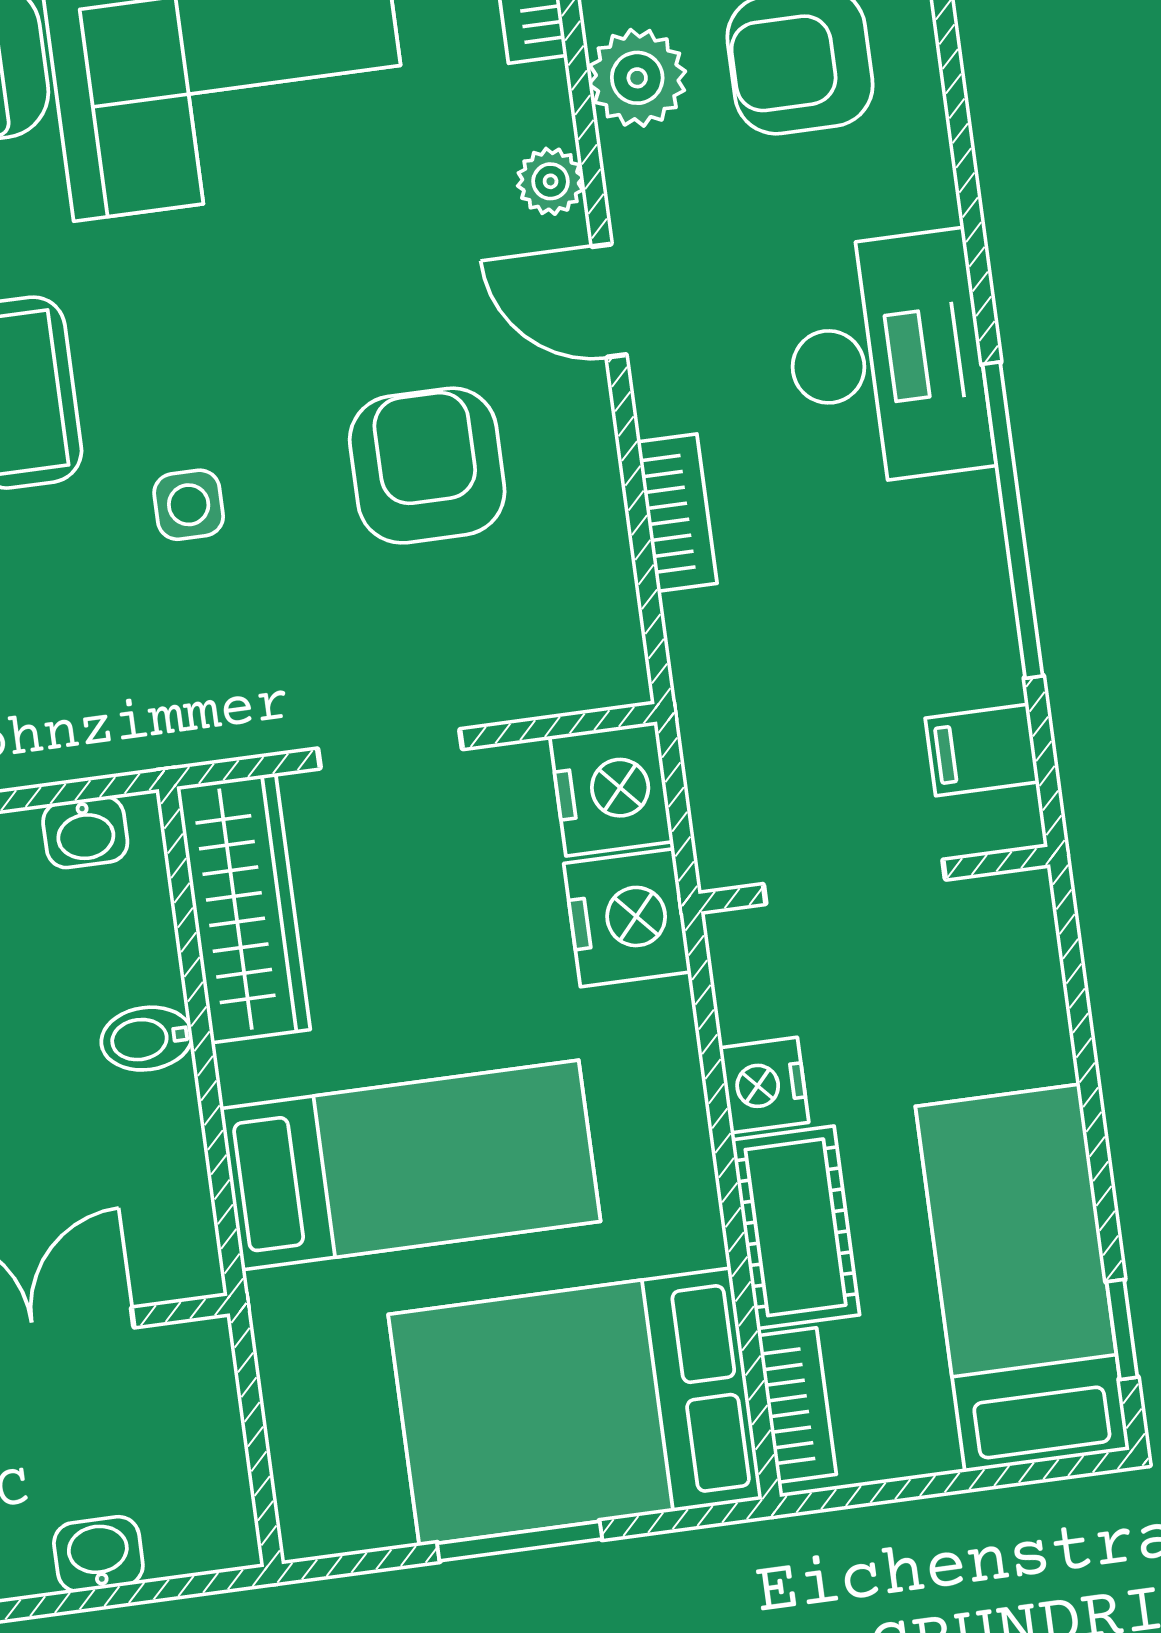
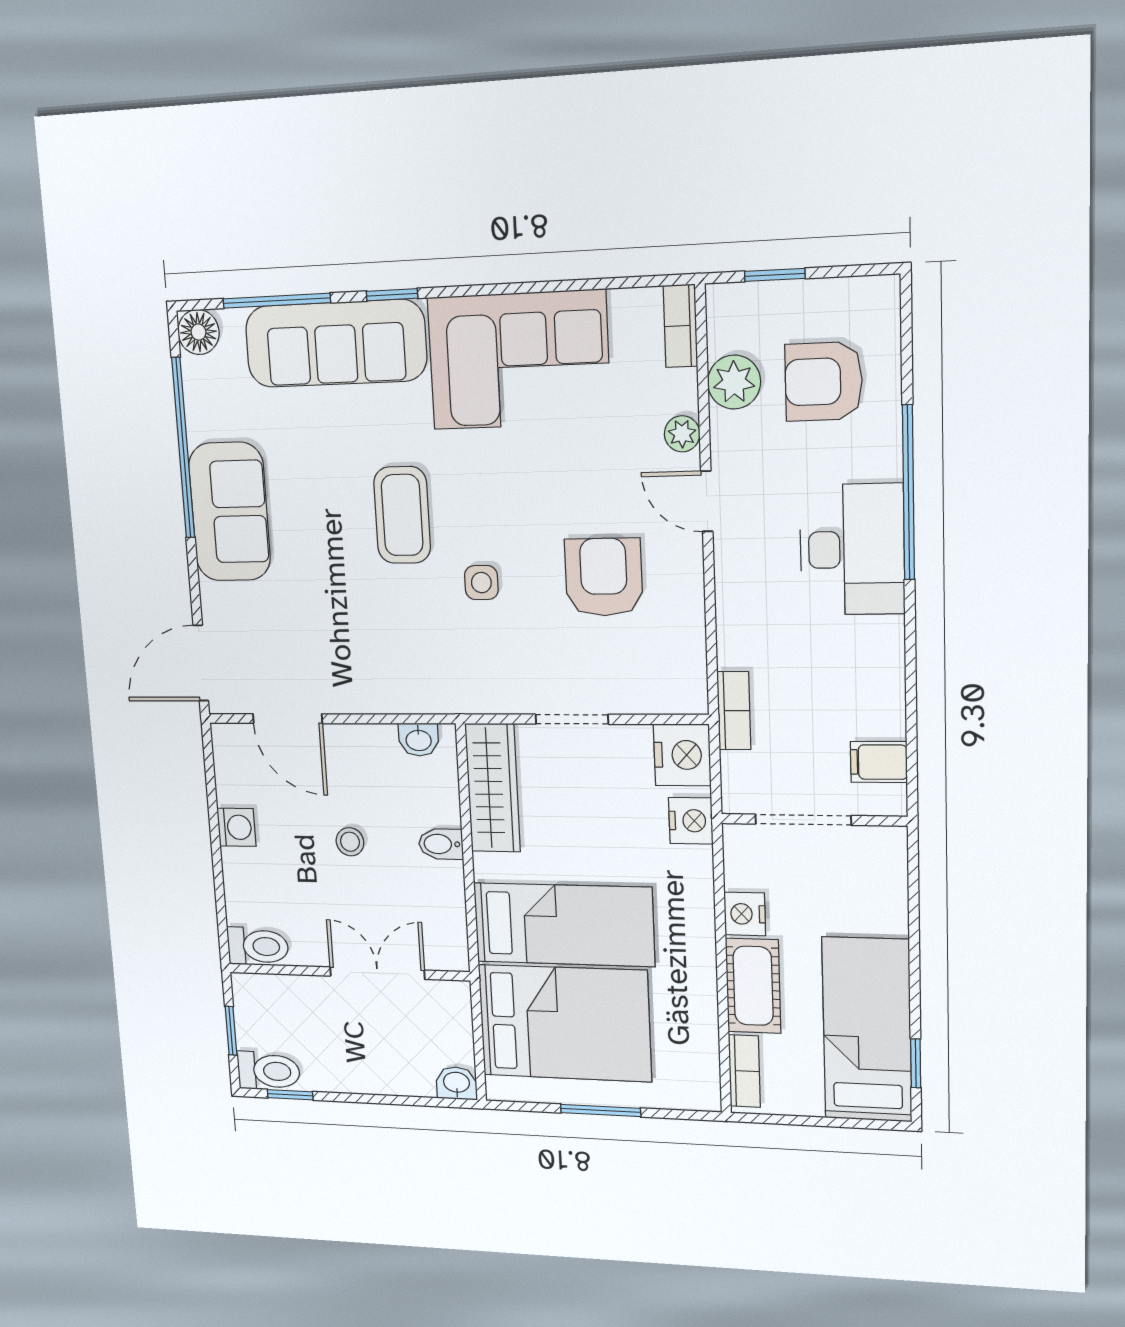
bookcase: (677, 513) -> (734, 711), moved
window: (1013, 520) -> (908, 493), moved
nightstand: (627, 918) -> (691, 821), width x0.74, depth x0.75
bed: (575, 1407) -> (565, 1023), moved, turned 180
washbasin: (98, 1554) -> (456, 1083), moved

